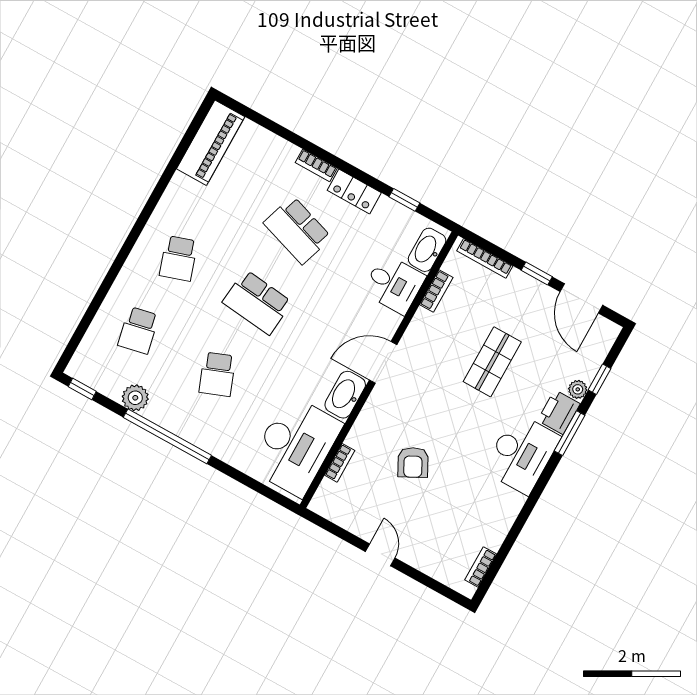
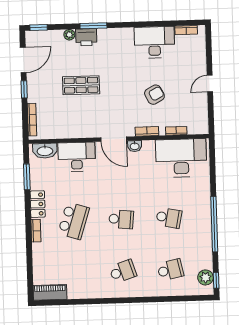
piano: (211, 143) -> (50, 292), width x0.73, depth x0.75
window: (404, 200) -> (27, 177), width x1.50
desk: (394, 284) -> (77, 157), width x1.37
bookcase: (436, 291) -> (147, 131), moved
school desk: (257, 302) -> (121, 219), width x0.54
school desk: (217, 374) -> (169, 218), turned 33
window: (600, 379) -> (39, 27), moved
washbasin: (345, 395) -> (135, 146), width x0.52, depth x0.69
plant: (135, 398) -> (206, 277), moved
desk: (522, 454) -> (154, 42), moved

